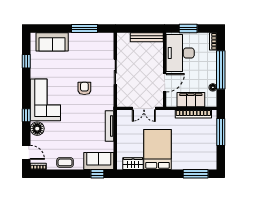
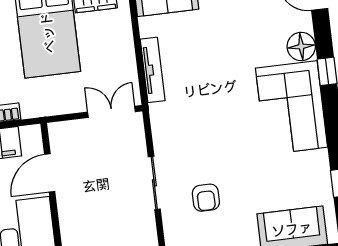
armchair: (84, 88) -> (206, 198), moved
double door: (144, 108) -> (111, 112), moved

